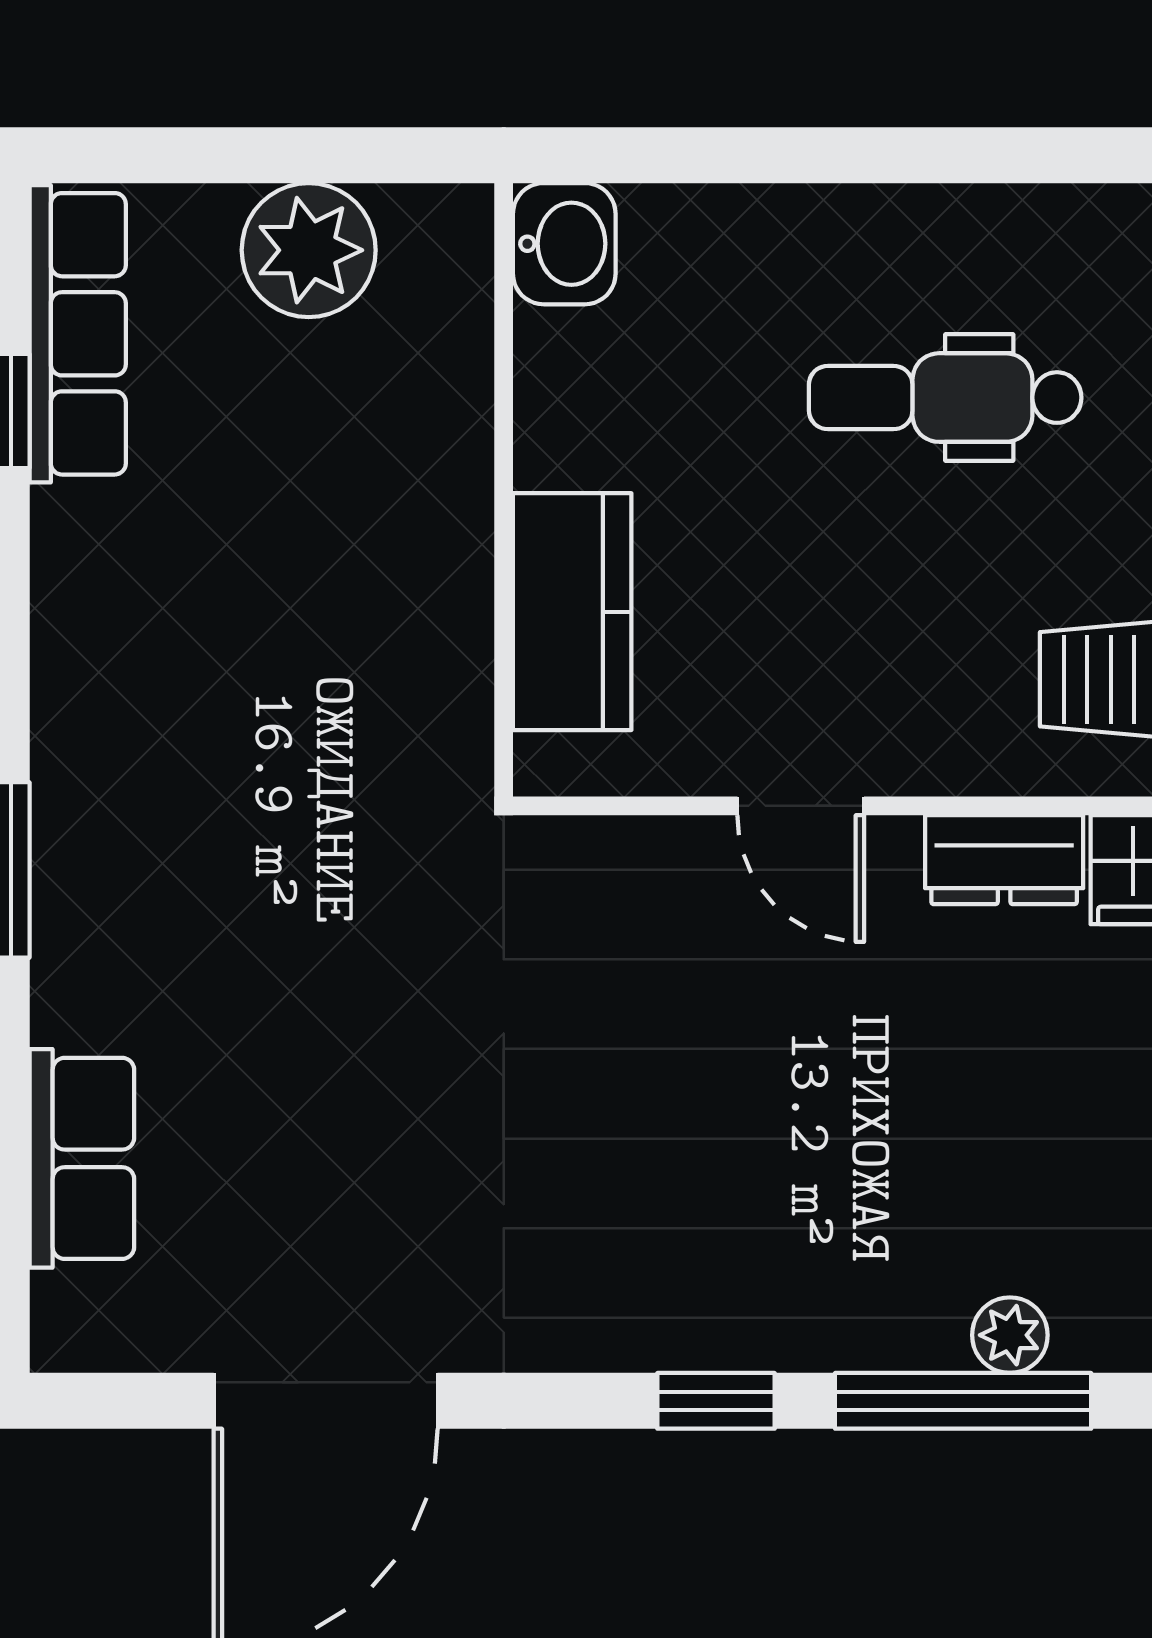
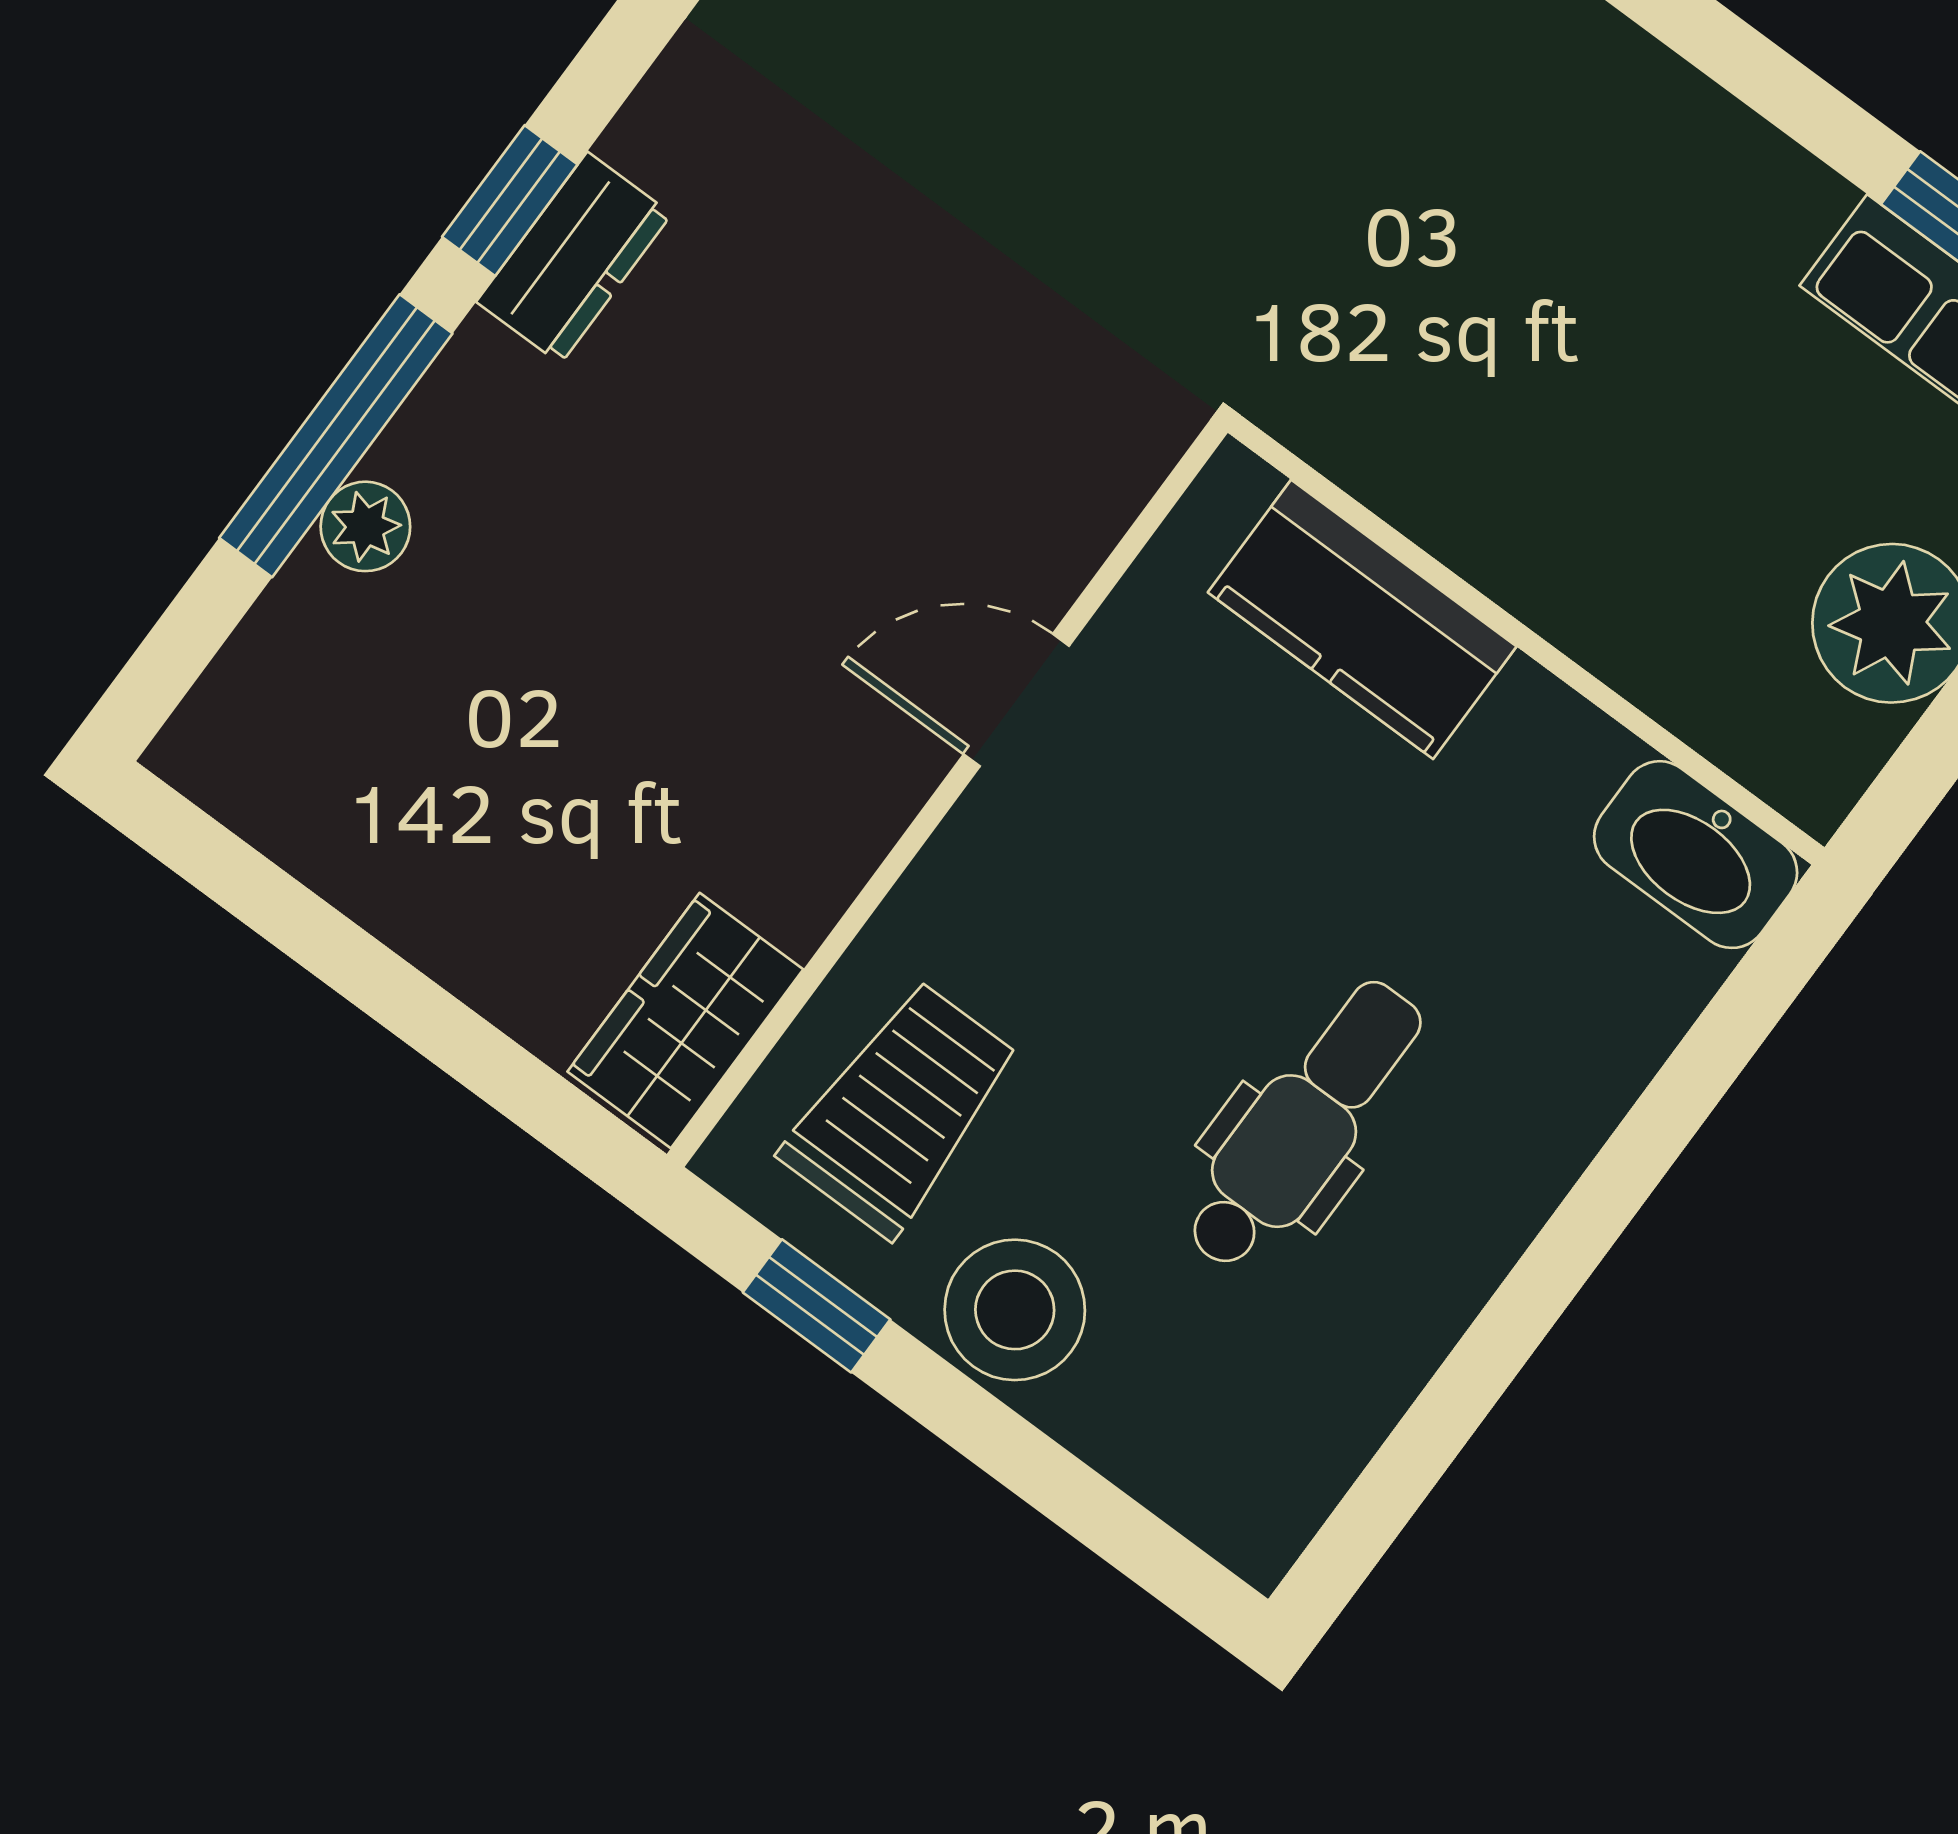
washbasin: (564, 244) -> (1696, 855), width x1.38
dresser: (1004, 860) -> (574, 258), moved, turned 180

